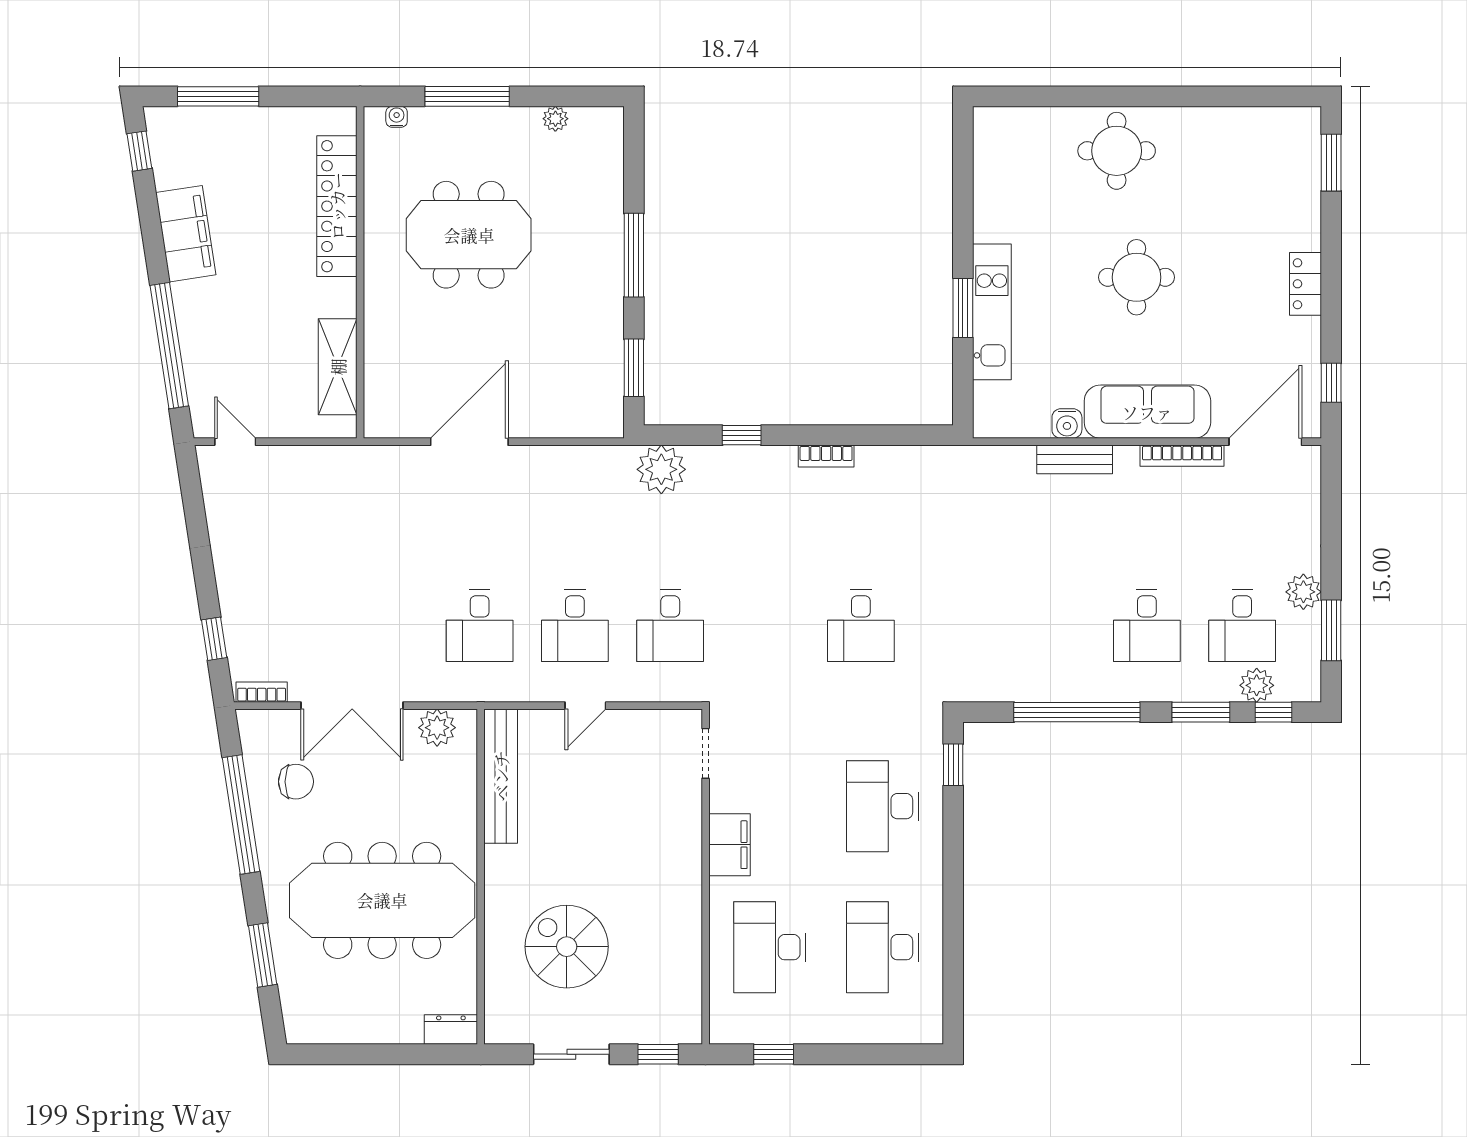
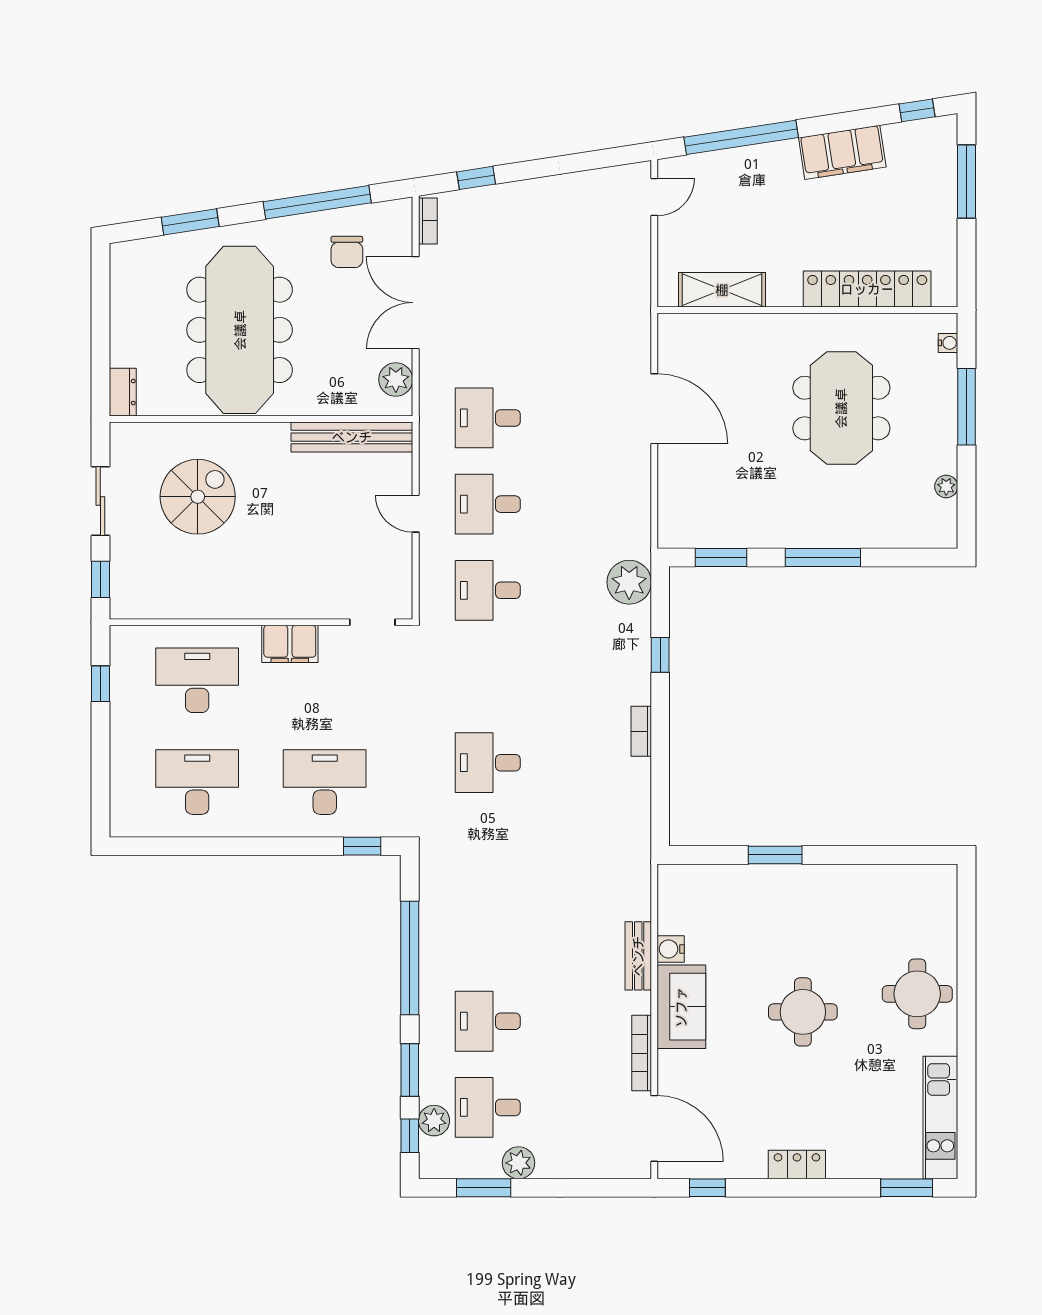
kitchen unit: (992, 312) -> (940, 1118), moved, turned 90
sofa: (1147, 412) -> (681, 1007), width x0.73

